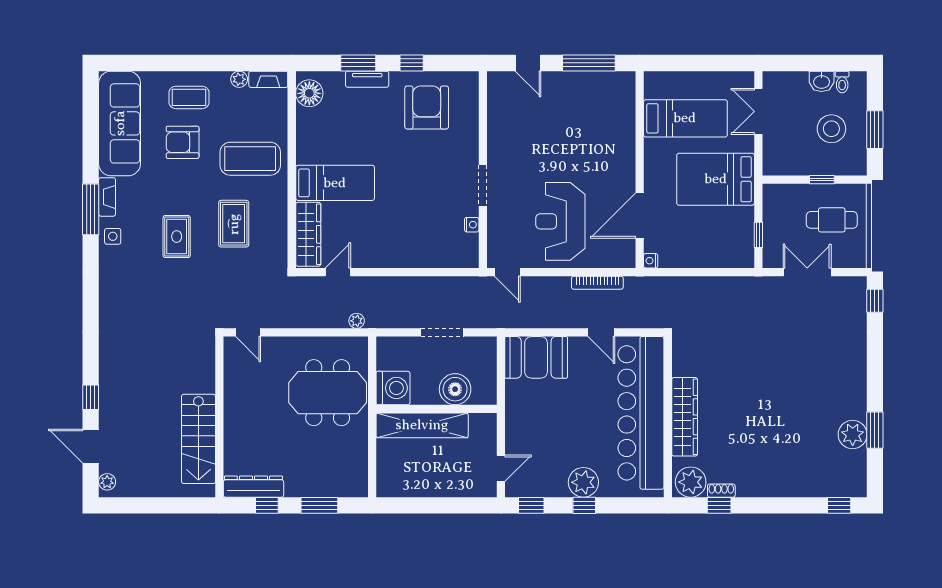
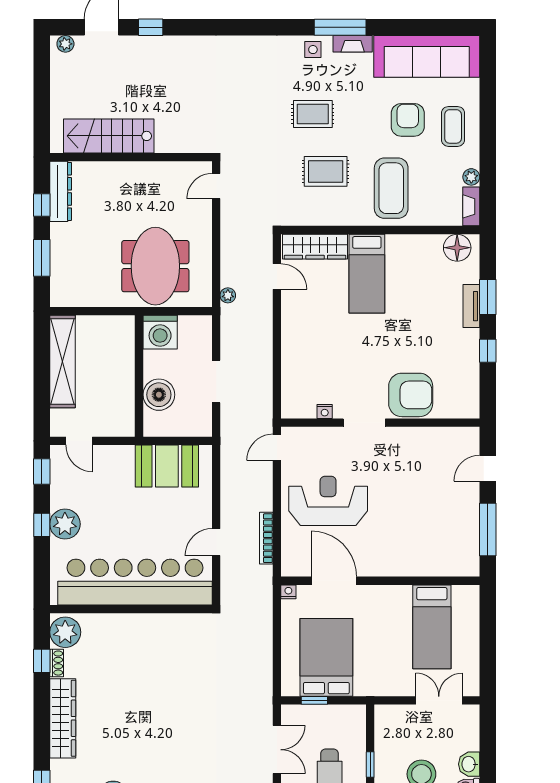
armchair: (427, 107) -> (411, 395), moved
bed: (716, 179) -> (326, 657), moved
booth: (536, 357) -> (167, 466), moved, turned 90
wardrobe: (685, 417) -> (63, 718), moved, turned -90
shelving: (422, 425) -> (62, 362), moved

